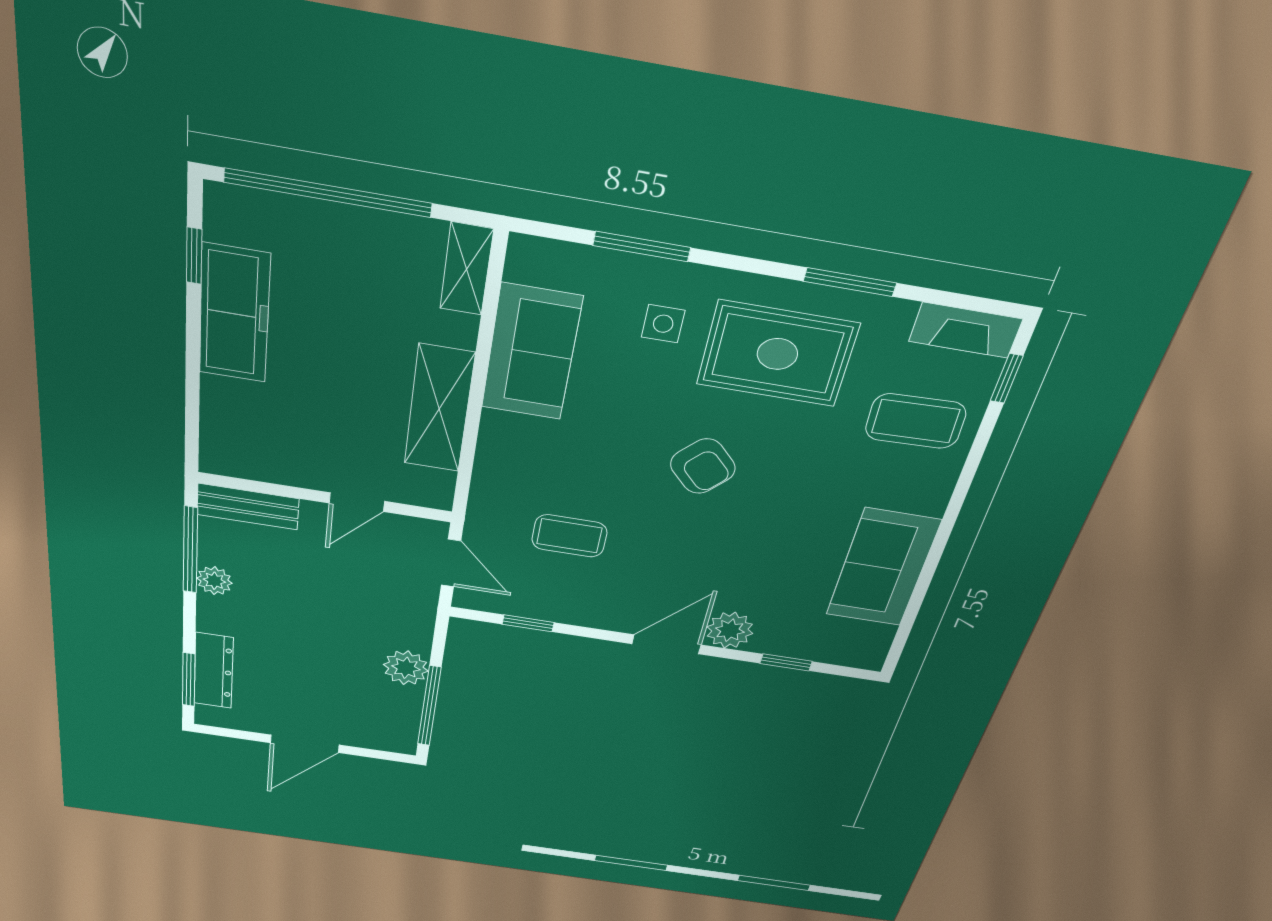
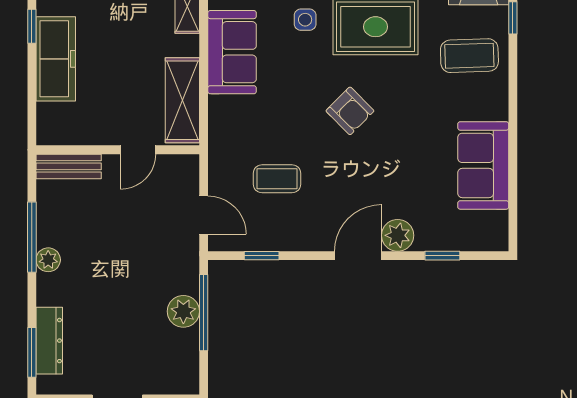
wall: (325, 497) -> (118, 150), moved
door: (357, 502) -> (138, 150), moved
bench: (248, 507) -> (69, 166), moved
window: (429, 706) -> (204, 313), moved

